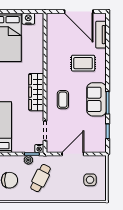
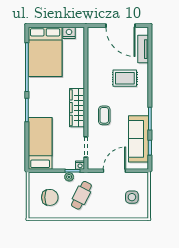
sofa: (97, 99) -> (139, 139), moved, width x1.36

